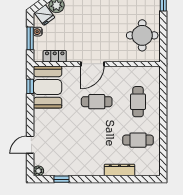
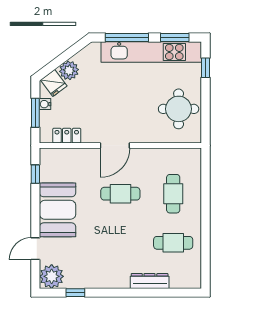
booth: (48, 87) -> (58, 210), moved
plant: (38, 171) -> (52, 276), width x1.88, depth x1.88

